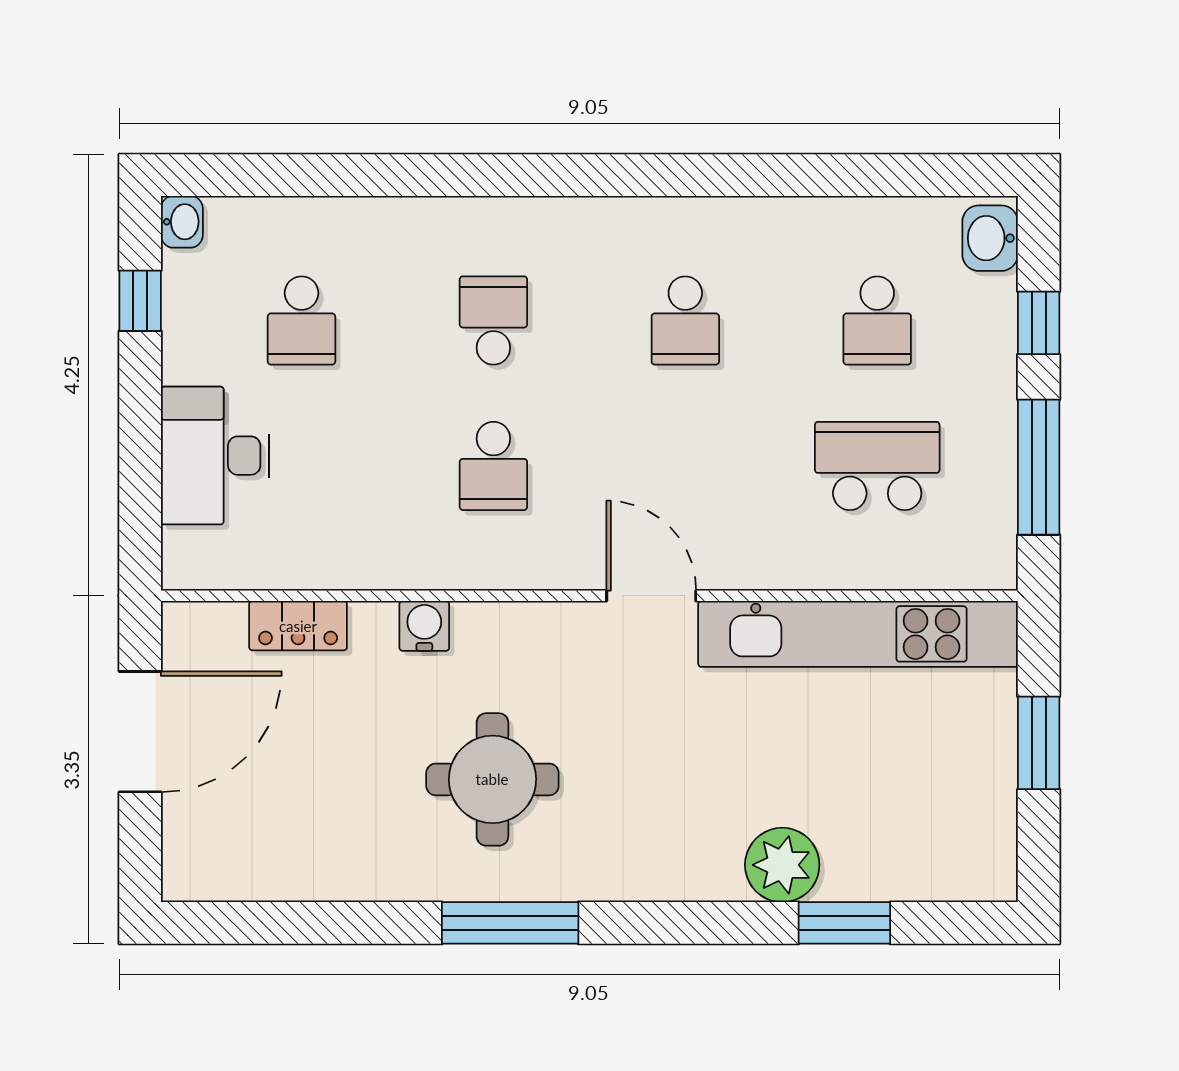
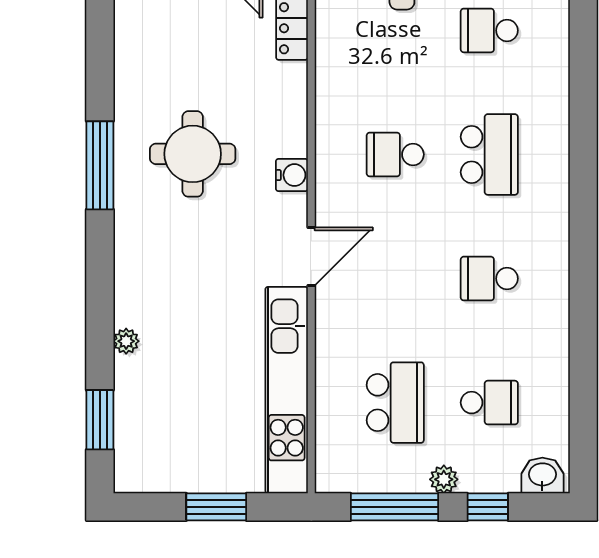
school desk: (493, 320) -> (489, 154), width x1.85
school desk: (877, 320) -> (489, 403), turned 180
plant: (996, 391) -> (444, 479), added
water cooler: (424, 626) -> (292, 175), moved
plant: (782, 865) -> (126, 341), width x0.53, depth x0.53
window: (844, 923) -> (100, 420), moved

